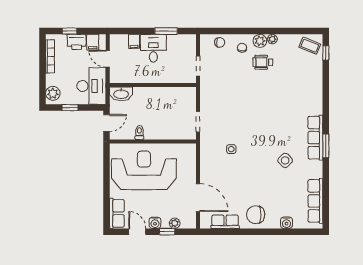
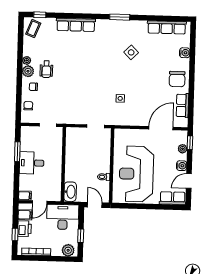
filing cabinet: (134, 41) -> (25, 196), moved
row of seats: (315, 138) -> (76, 25), moved
window: (167, 232) -> (190, 143), moved

